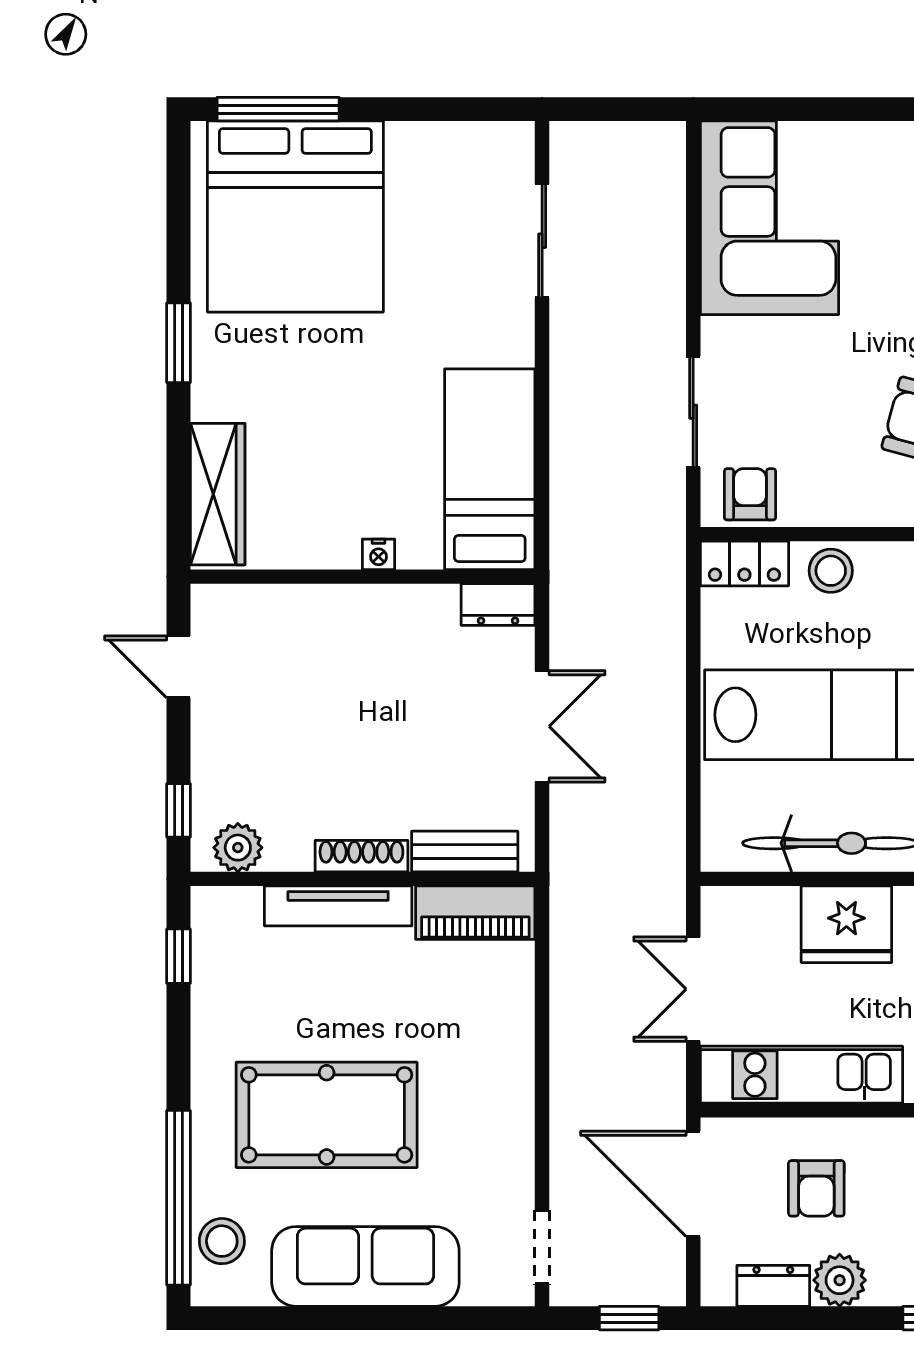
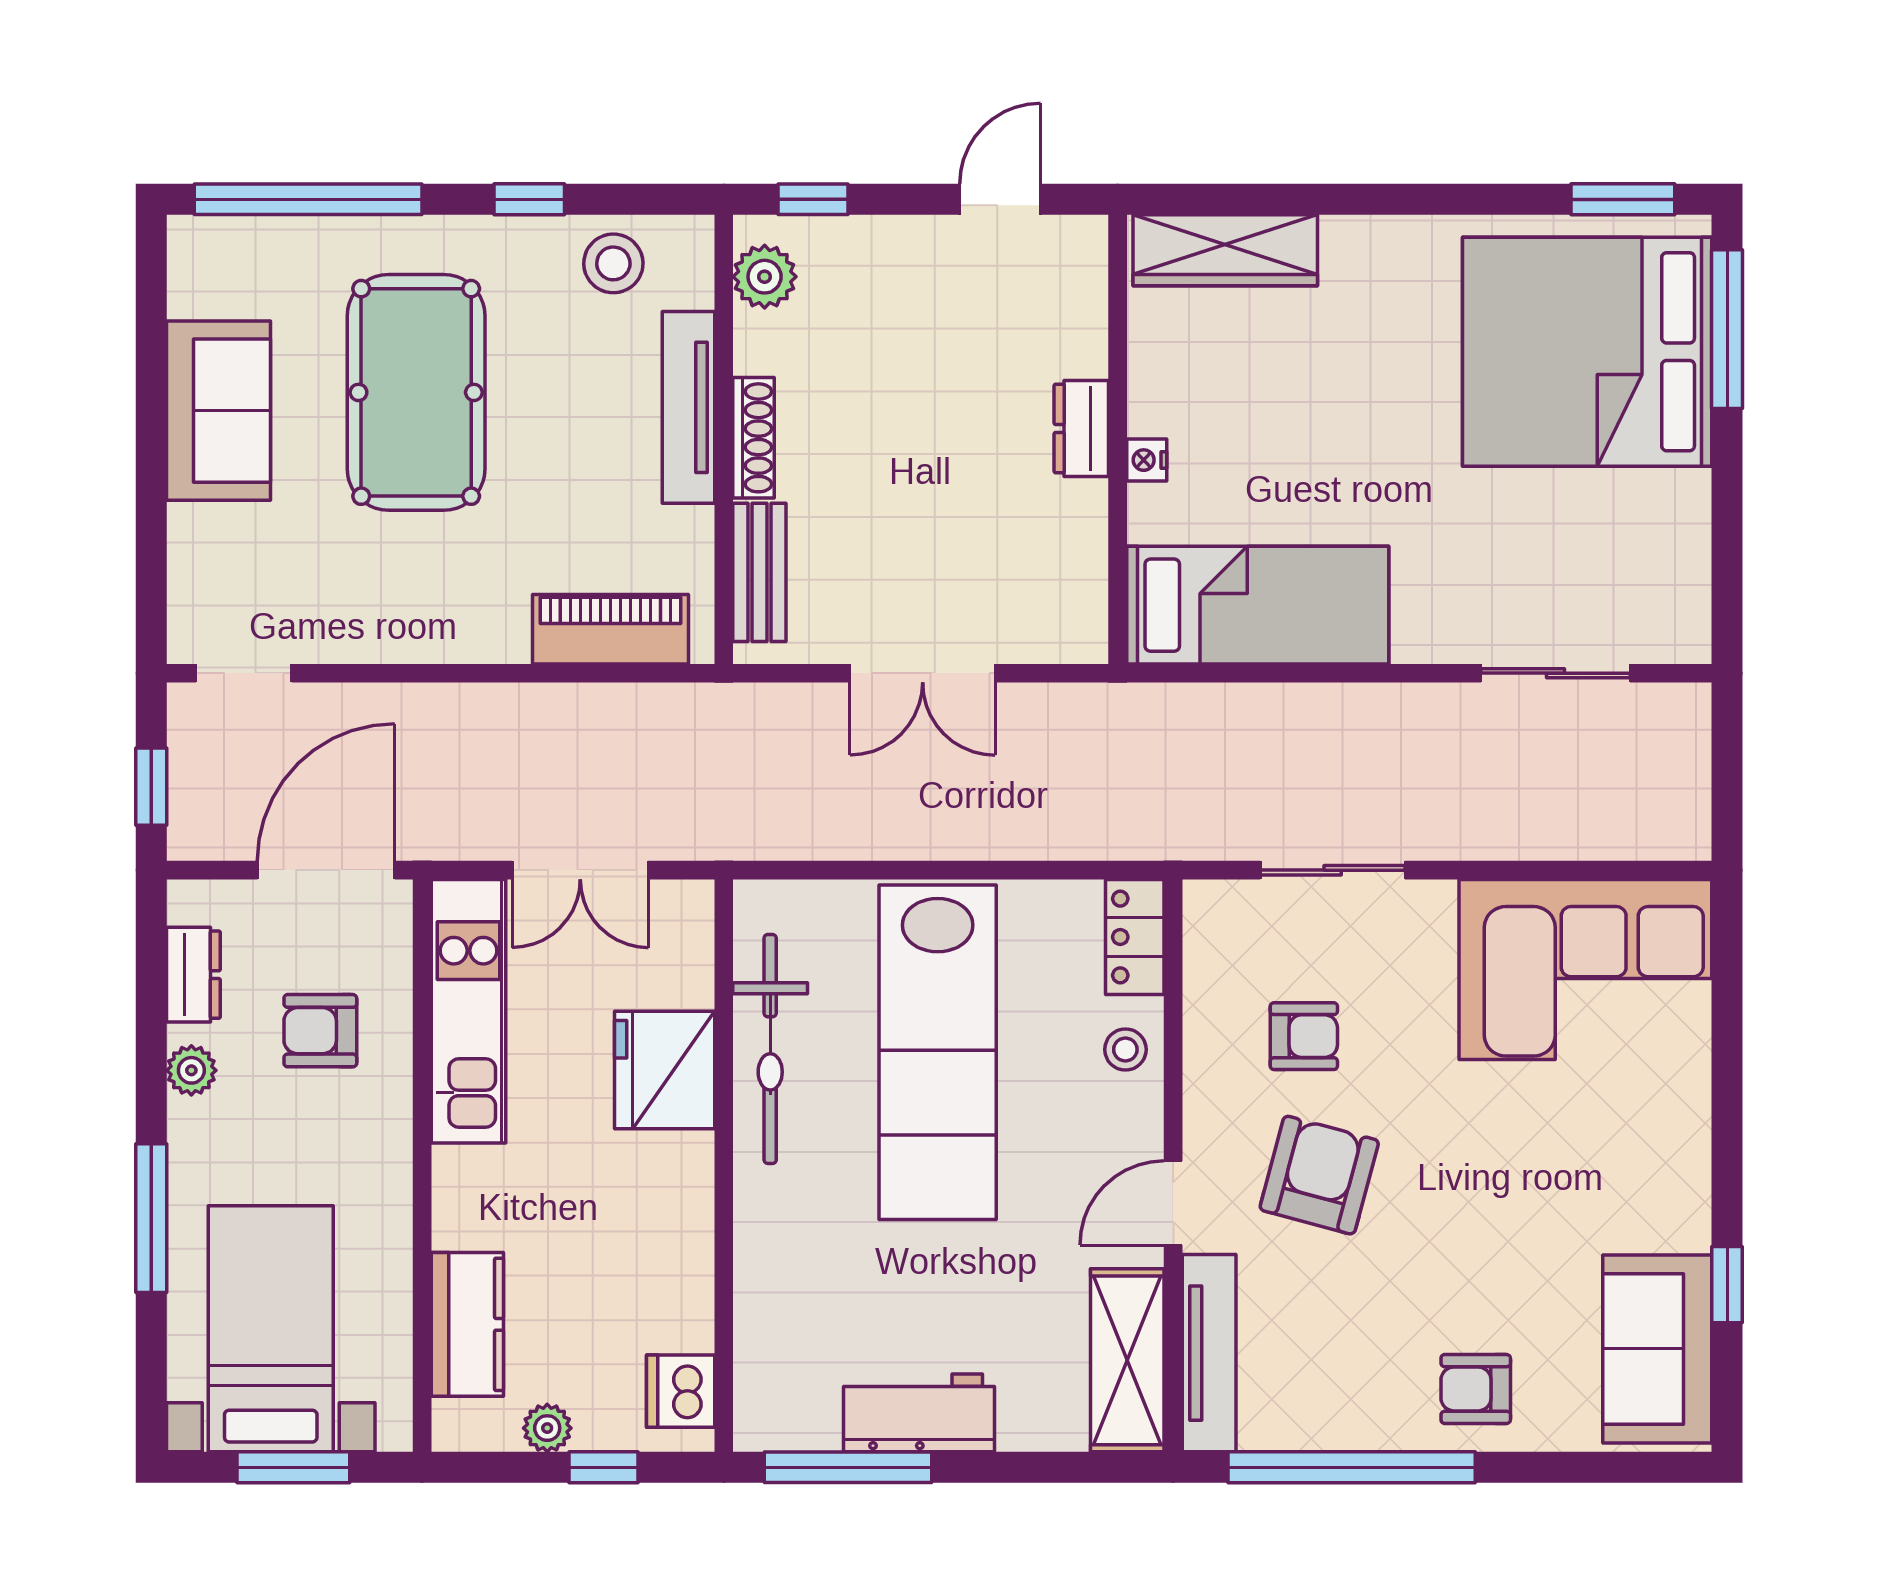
window: (178, 343) -> (1623, 199), moved
armchair: (750, 494) -> (1304, 1036), moved
stool: (831, 571) -> (1125, 1050), width x0.73, depth x0.73
dresser: (498, 605) -> (1081, 428), moved
piano: (475, 913) -> (610, 629), moved, turned 90
window: (178, 956) -> (529, 199), moved
double door: (693, 989) -> (580, 870), swing flipped
stool: (222, 1241) -> (613, 263), moved
sofa: (365, 1266) -> (219, 411), width x0.73
plant: (840, 1280) -> (191, 1070), width x0.73, depth x0.73

